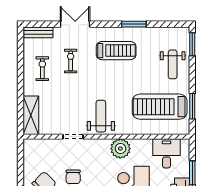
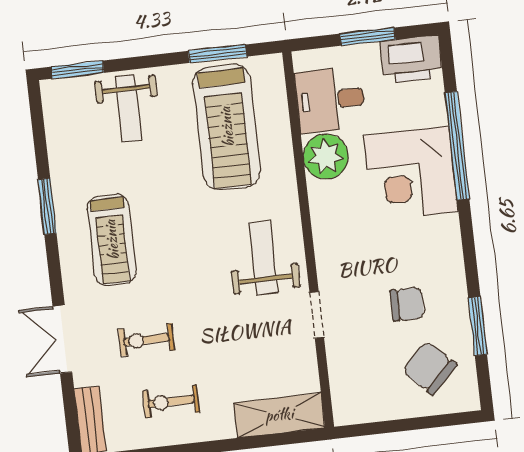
treadmill: (116, 51) -> (112, 240), turned 180
weight bench: (173, 64) -> (128, 109), turned 90
weight bench: (101, 116) -> (263, 257), turned 90
plant: (120, 149) -> (326, 156), moved

